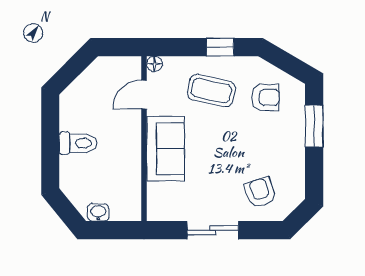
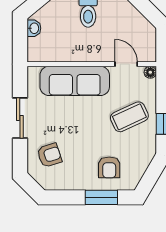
coffee table: (211, 90) -> (129, 117), turned 53
armchair: (265, 97) -> (109, 167), moved
sofa: (166, 149) -> (75, 81), width x1.36

